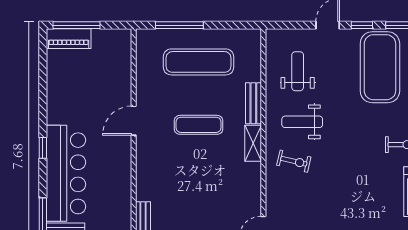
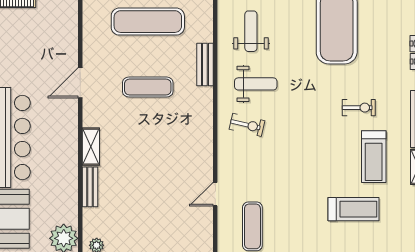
weight bench: (302, 122) -> (256, 84), turned 180
shelving: (253, 143) -> (91, 147), moved

